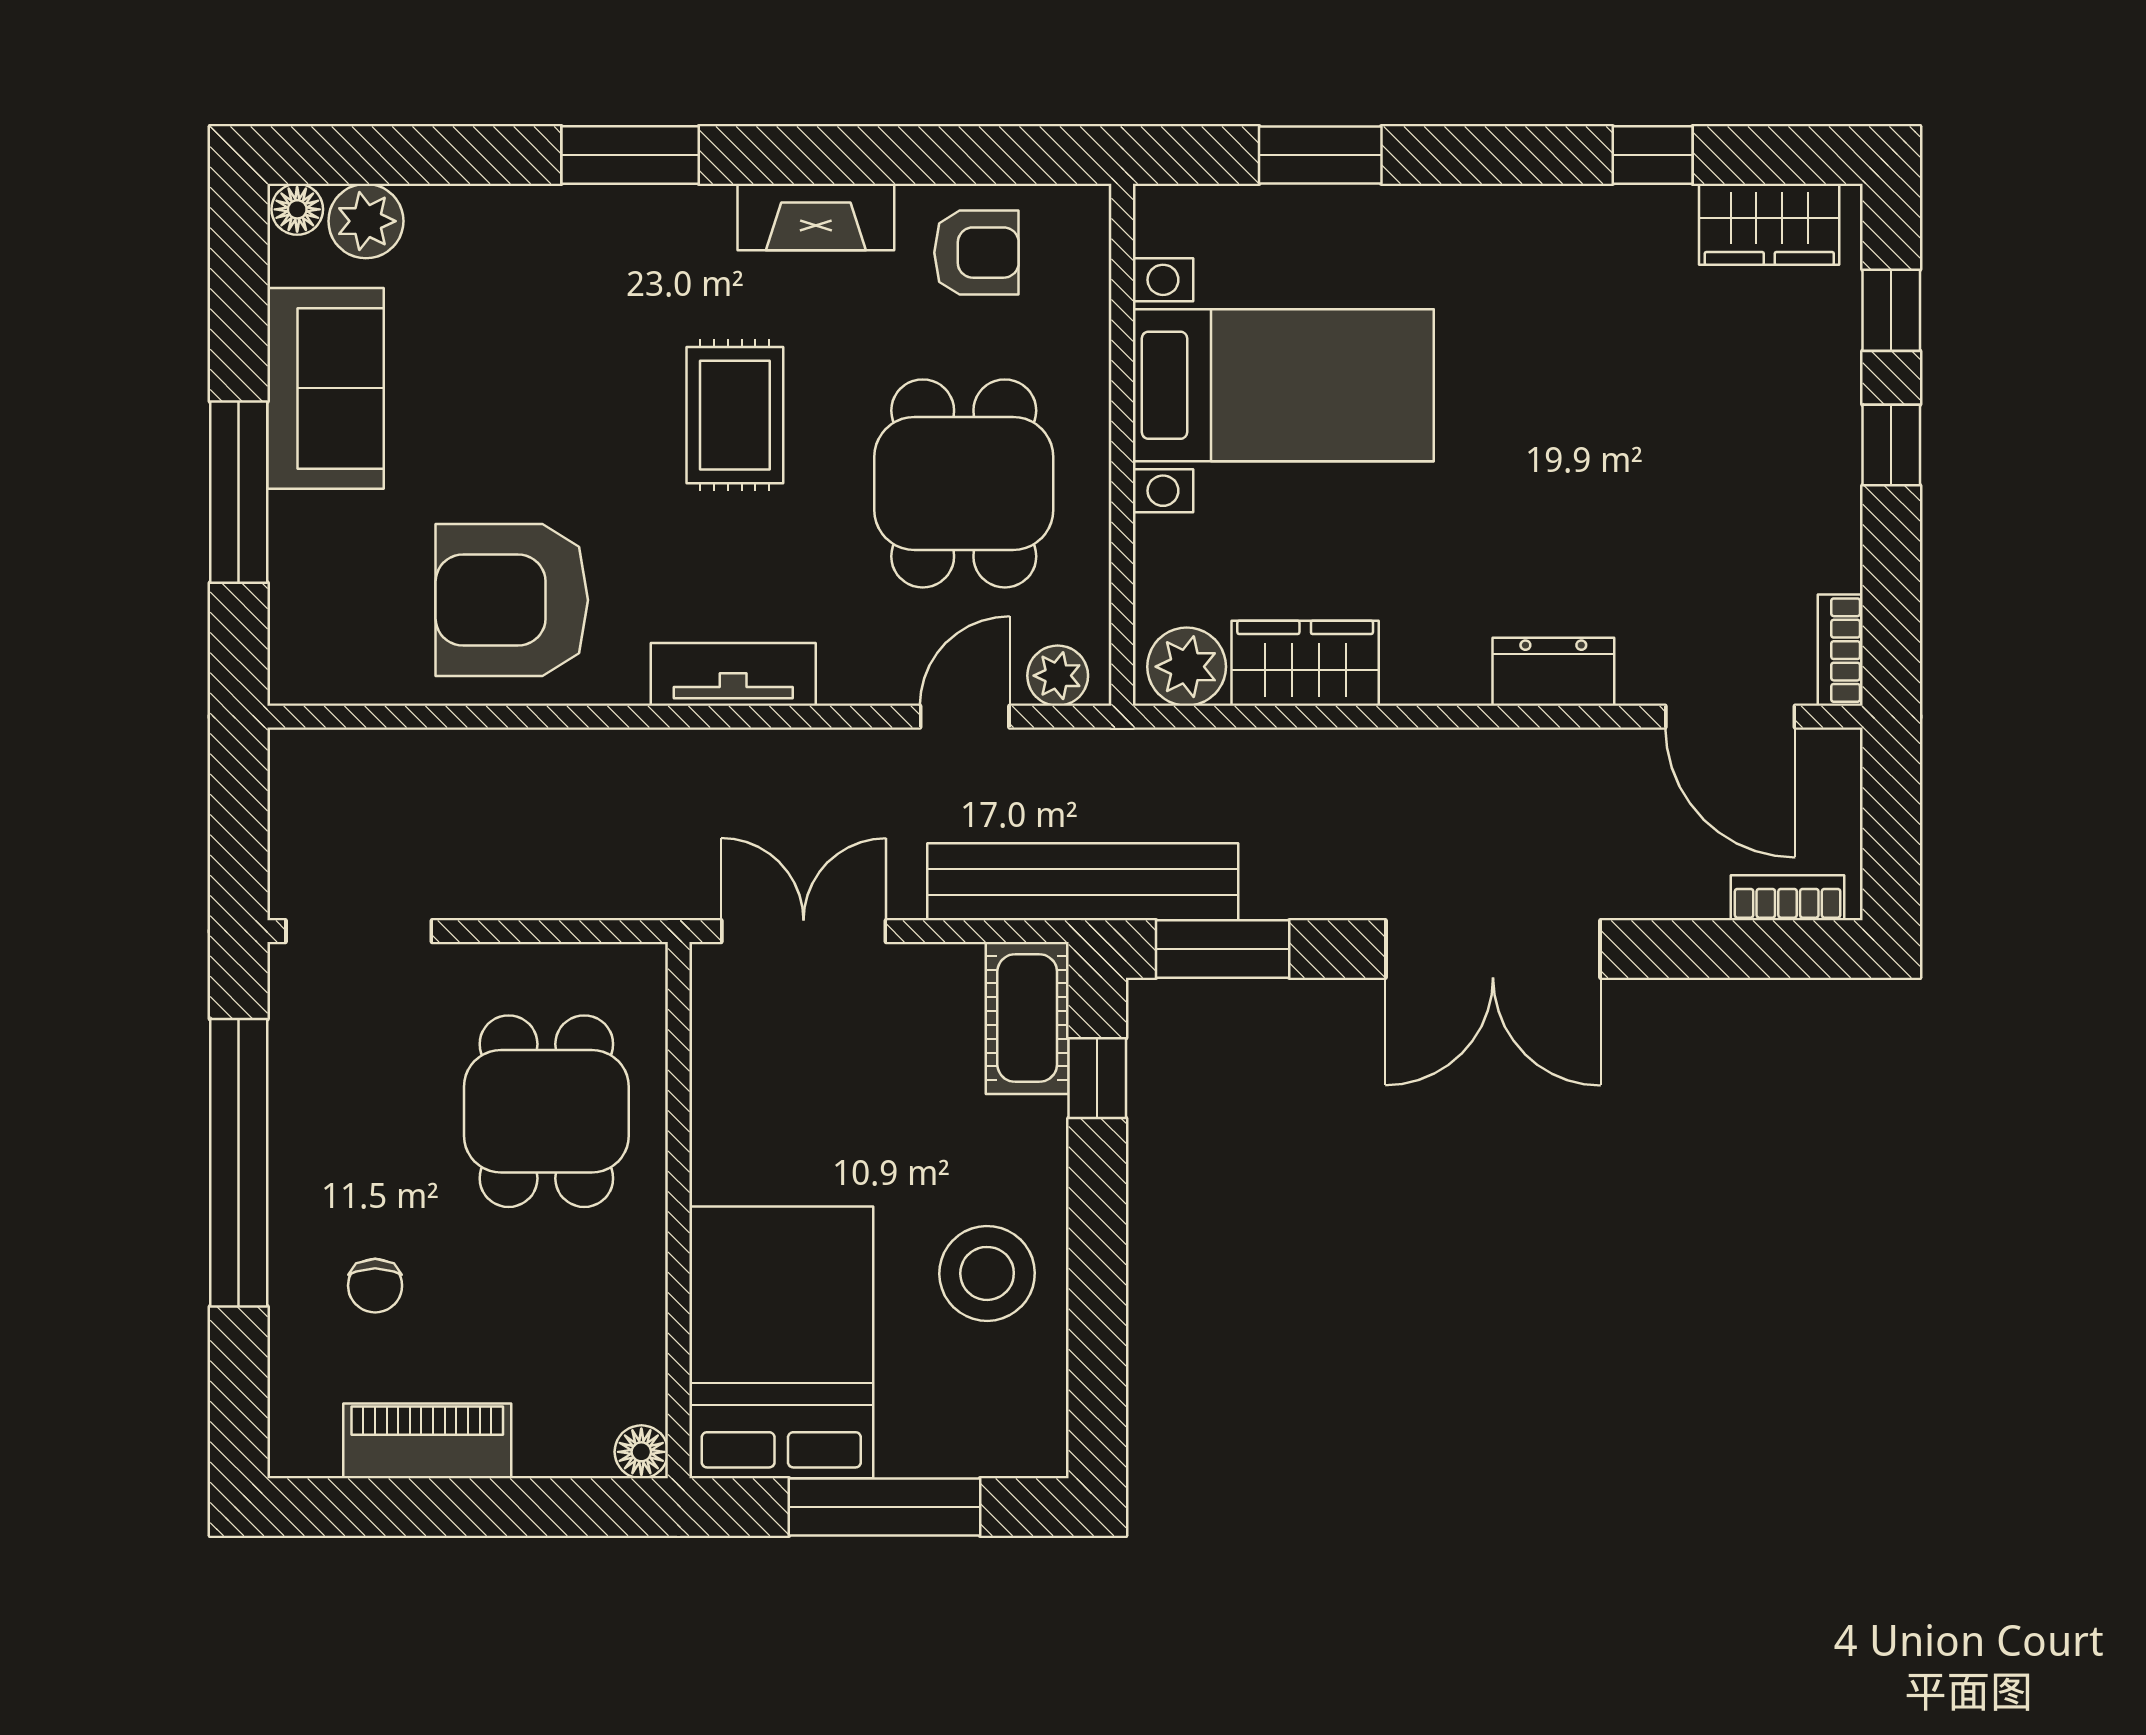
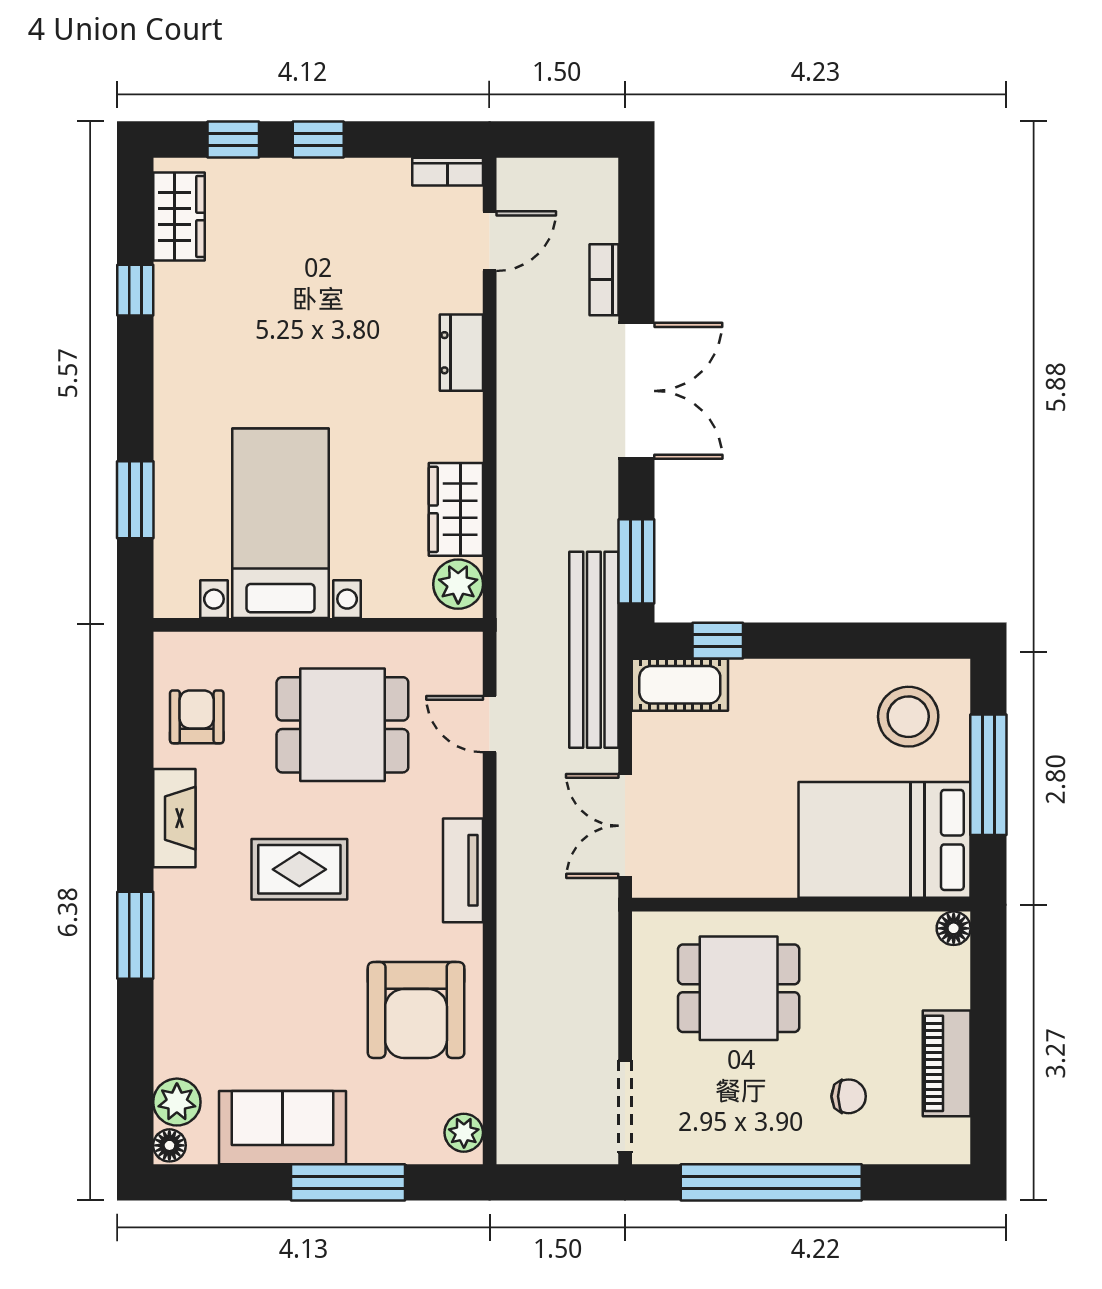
plant: (1058, 676) -> (464, 1133), moved
door: (1730, 717) -> (490, 241), width x0.73
bookcase: (1788, 898) -> (604, 280), moved
stool: (987, 1273) -> (908, 717), moved

